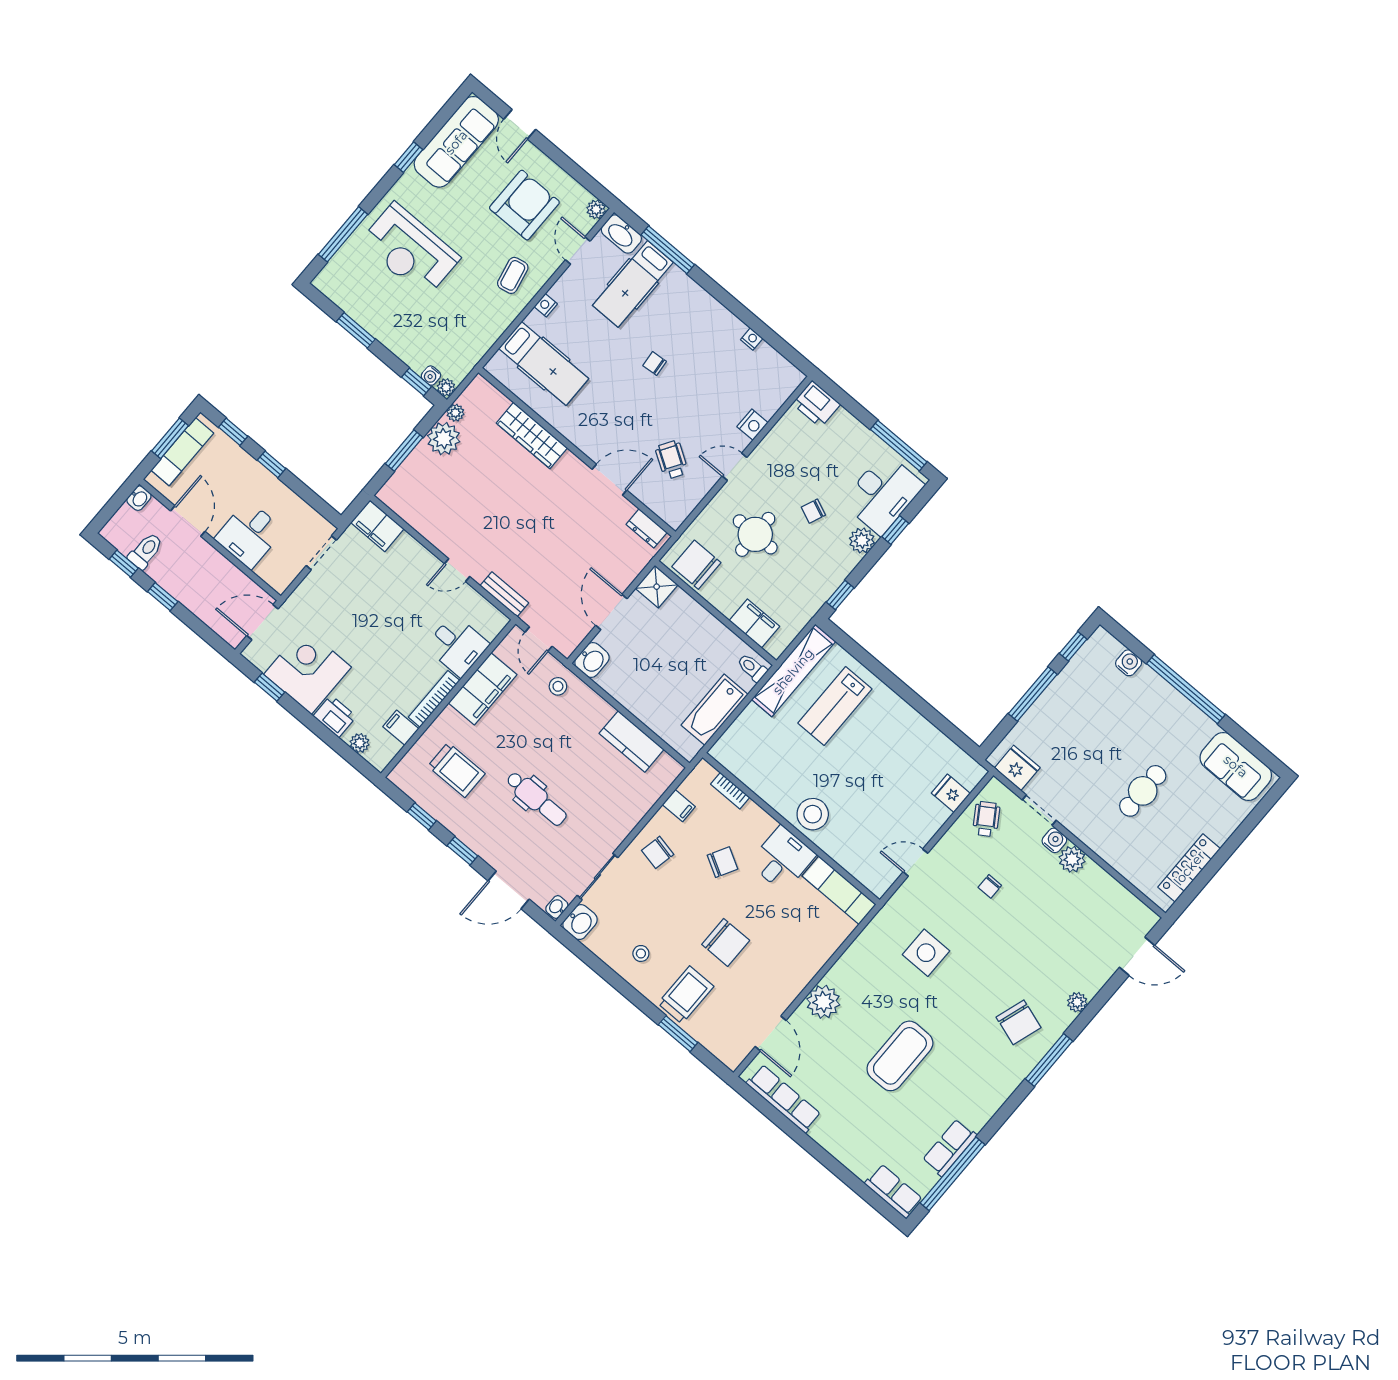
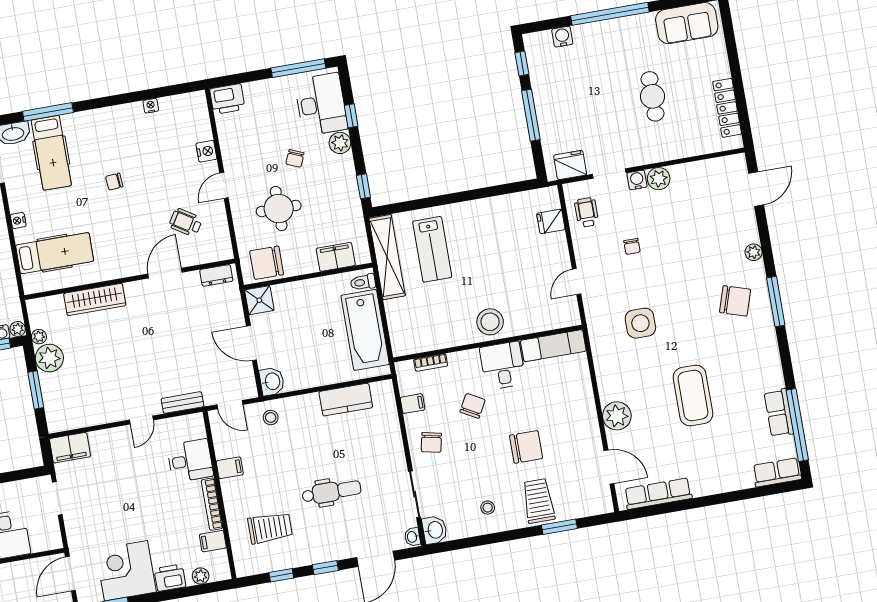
filing cabinet: (483, 689) -> (230, 468), width x0.33, depth x0.86
bathtub: (714, 710) -> (365, 330), width x1.36, depth x1.36
wheelchair: (986, 819) -> (587, 212), turned 33

